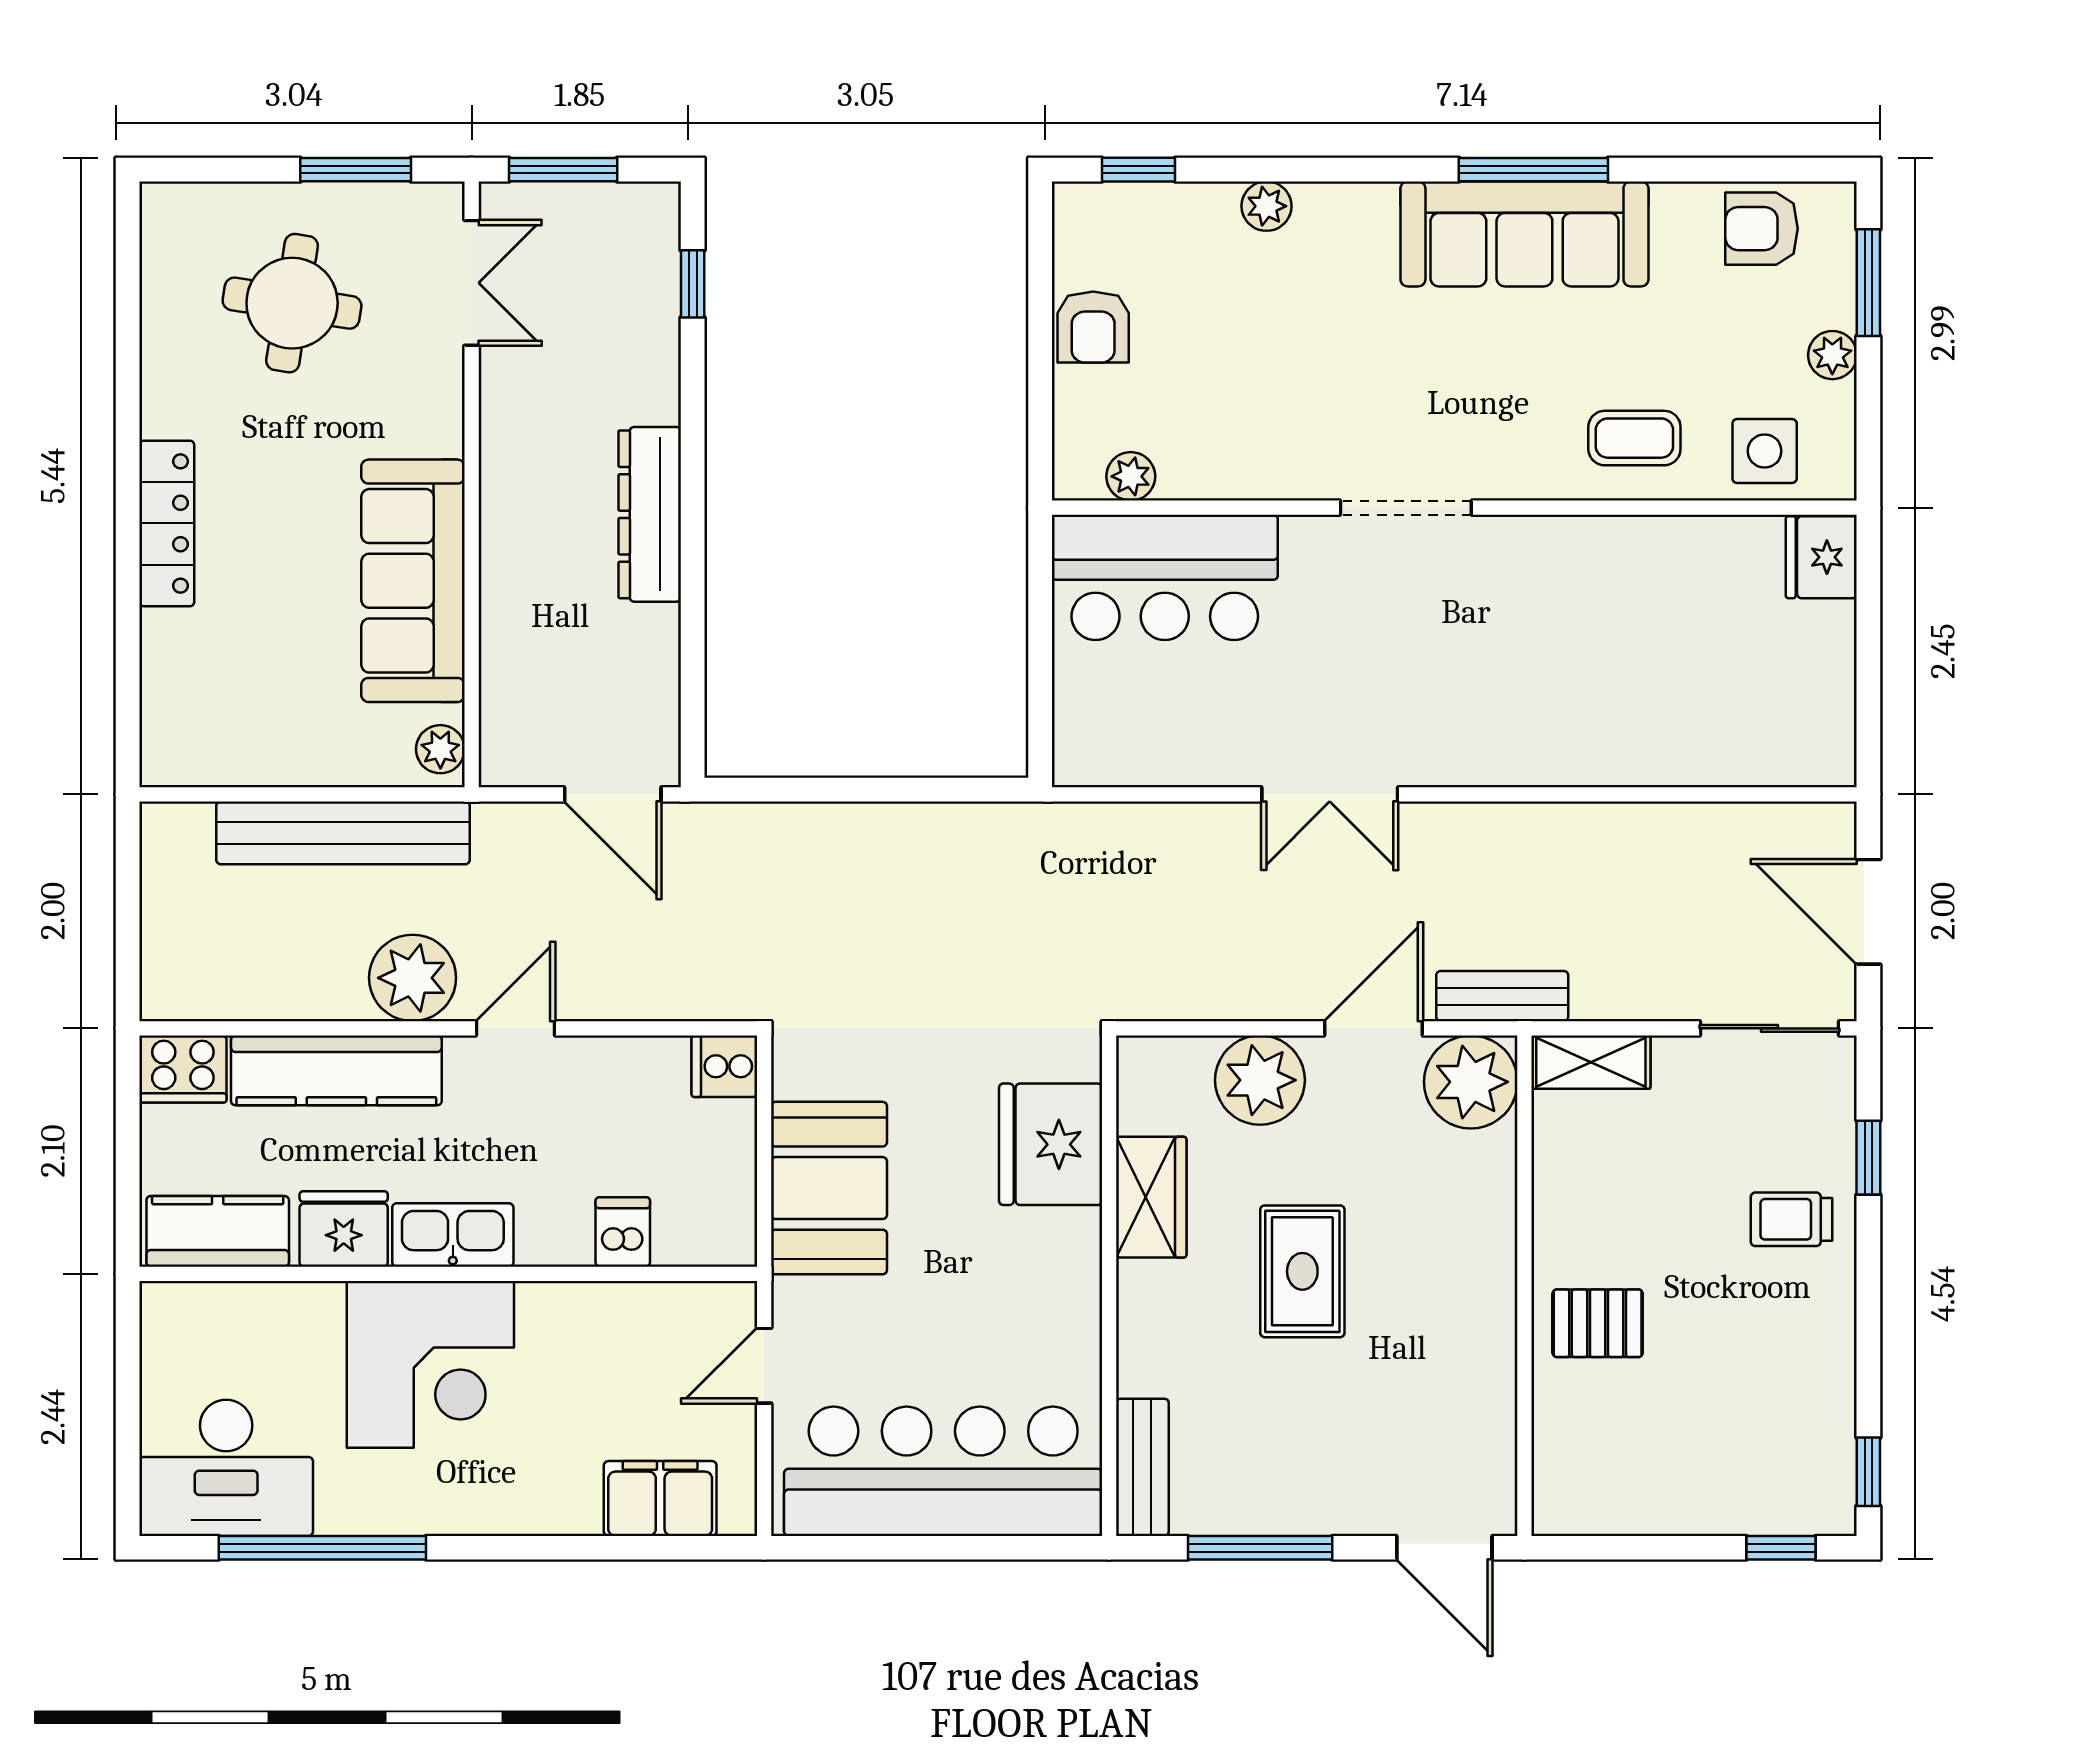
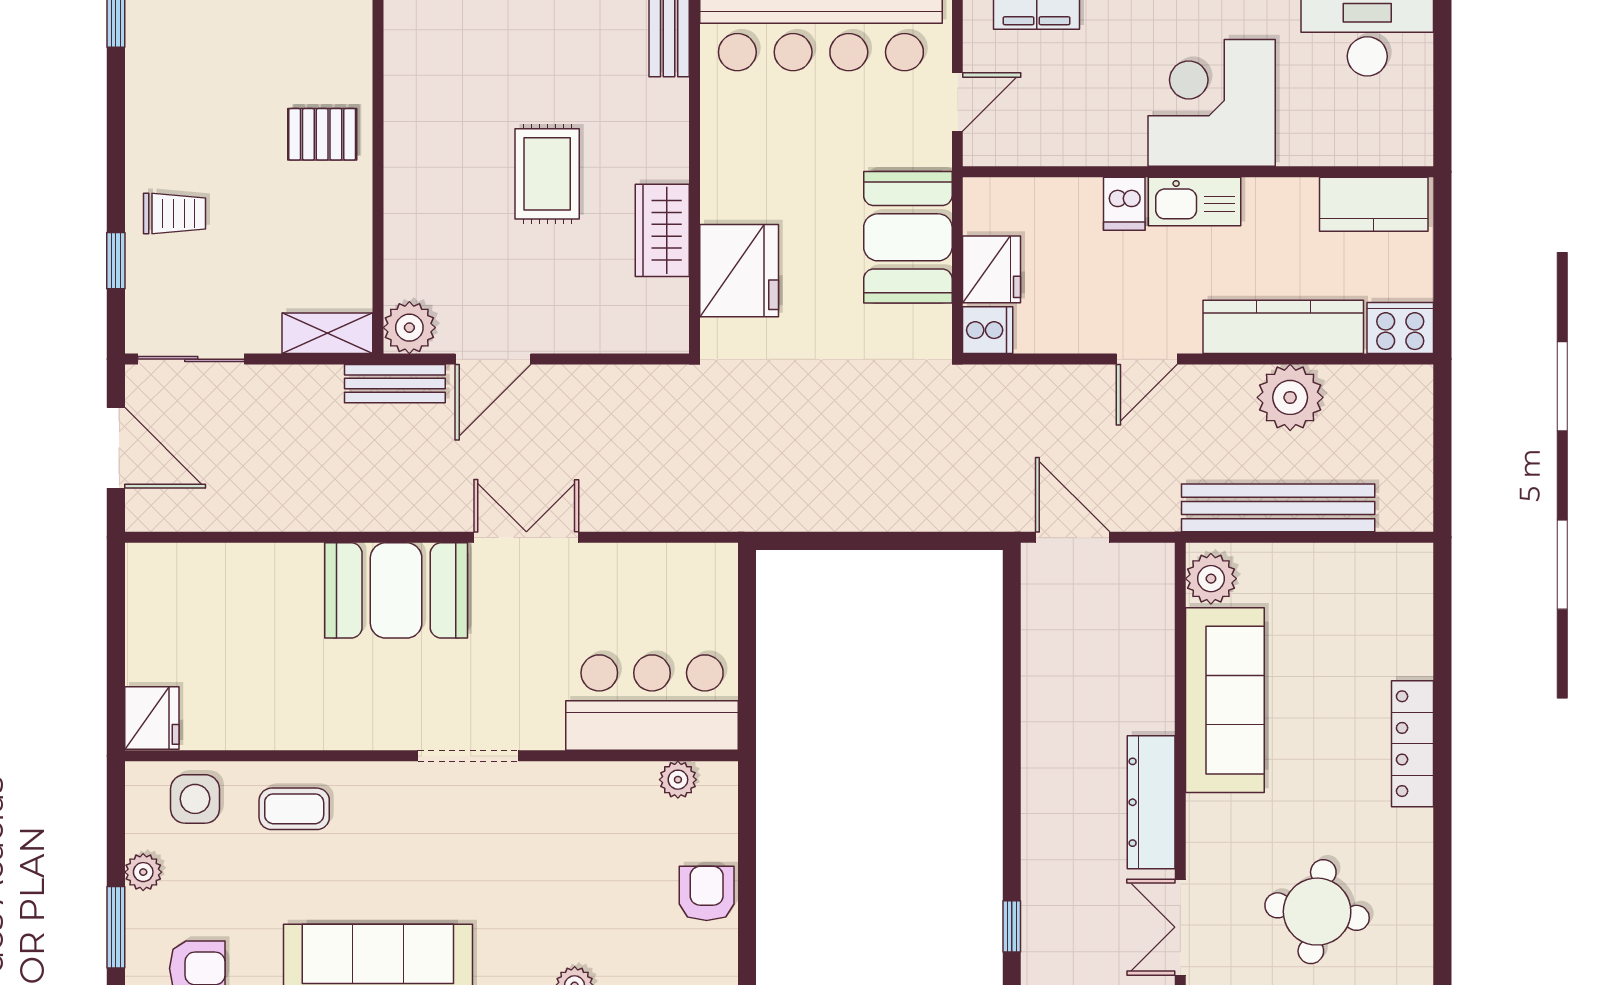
dresser: (650, 514) -> (1151, 802), moved, turned 180
booth: (1501, 725) -> (396, 590), added
plant: (440, 749) -> (1211, 579), width x1.38, depth x1.38
plant: (413, 978) -> (1290, 397), moved
plant: (1260, 1080) -> (579, 320), removed
plant: (1471, 1082) -> (409, 328), width x0.73, depth x0.73
fridge: (344, 1229) -> (992, 269), moved, turned -90
dishwasher: (623, 1232) -> (1124, 204), moved

